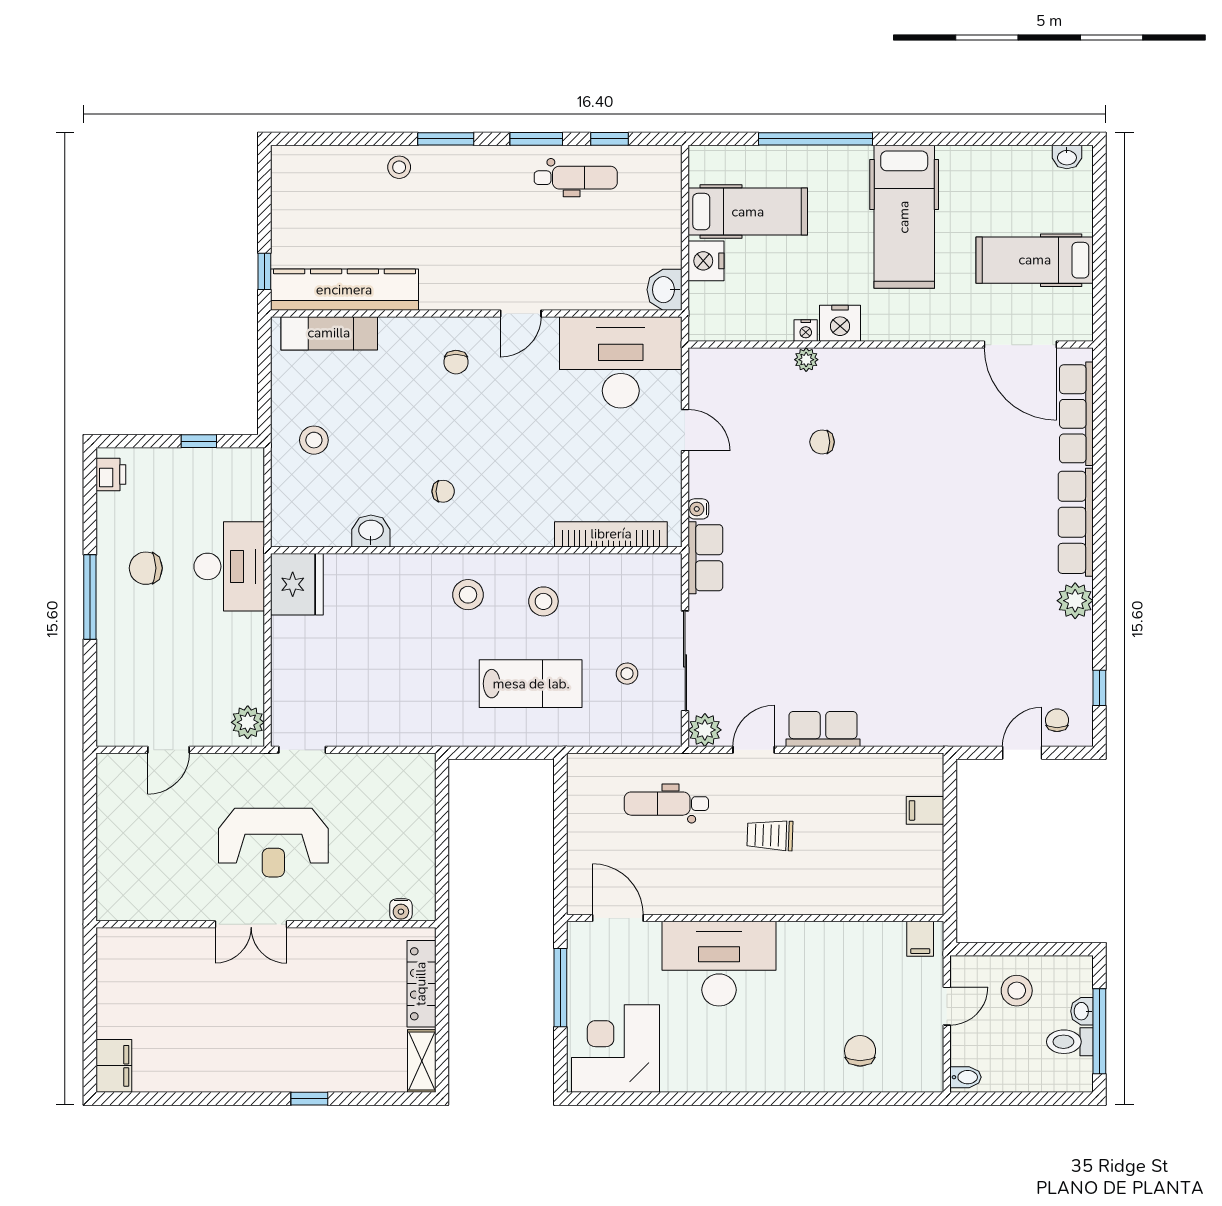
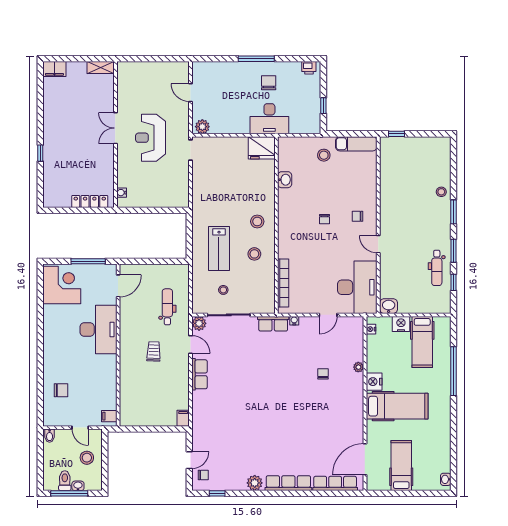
hospital bed: (904, 217) -> (397, 406), moved, turned 180
kitchen counter: (344, 290) -> (389, 168), removed
nightstand: (806, 331) -> (371, 329), moved
exam couch: (329, 333) -> (356, 144), moved, turned -90
chair: (443, 491) -> (325, 219), moved
door: (1022, 753) -> (189, 460), hinge flipped
filing cabinet: (925, 810) -> (183, 418), moved
shelving: (422, 1061) -> (101, 67), moved

